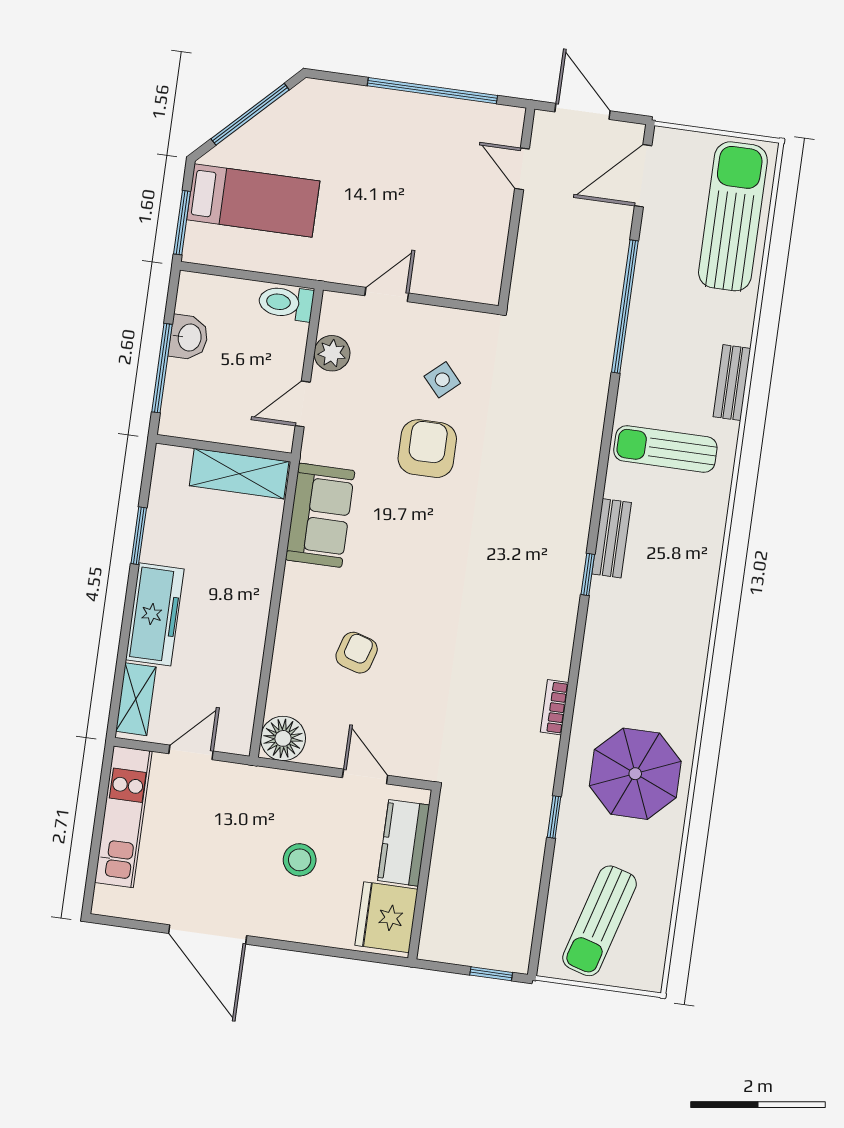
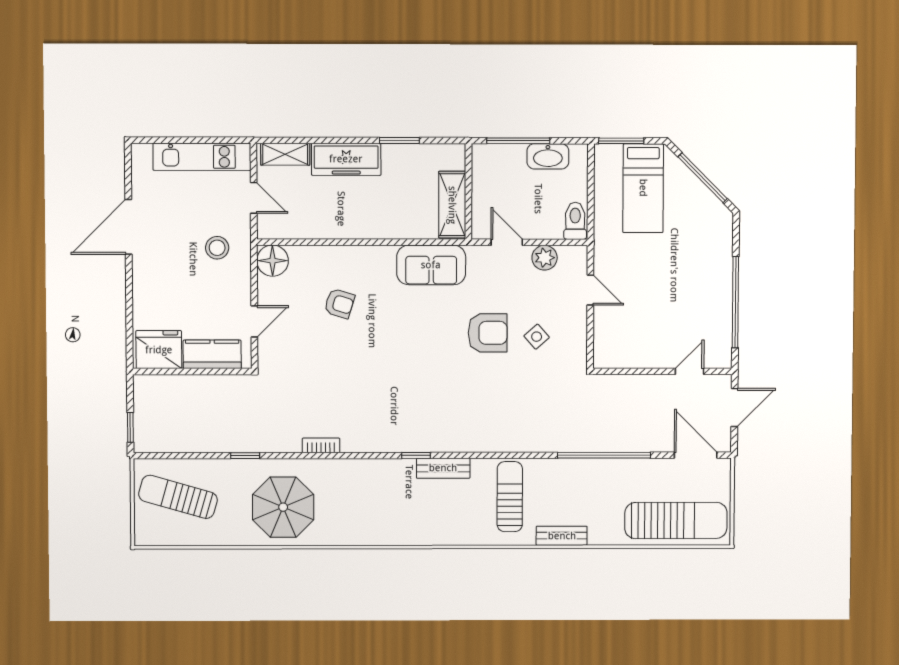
washbasin: (189, 337) -> (548, 156), width x1.38
stool: (300, 860) -> (217, 248), moved

